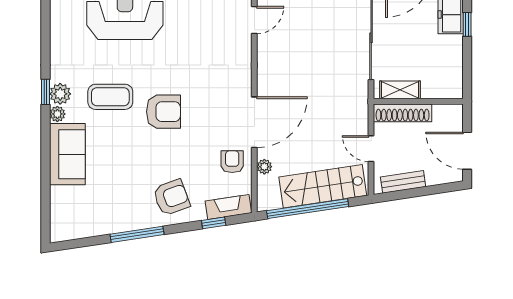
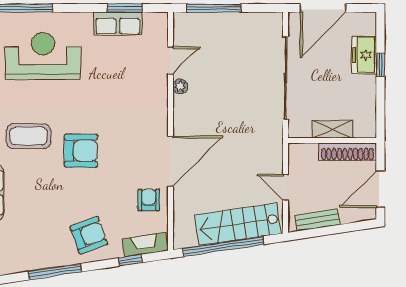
shelving: (400, 90) -> (332, 129), moved
shoe rack: (403, 113) -> (347, 152), moved
door: (467, 151) -> (380, 189), hinge flipped
plant: (264, 167) -> (180, 86), moved

